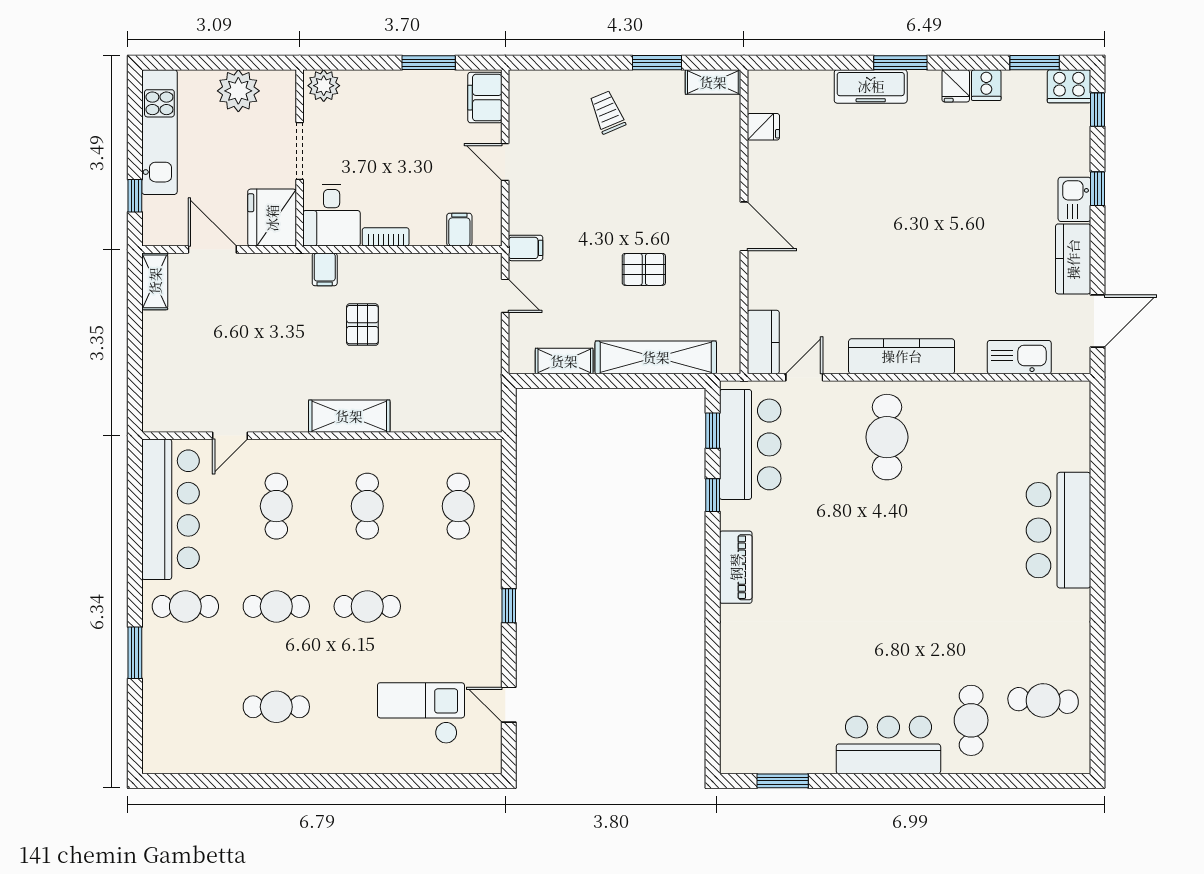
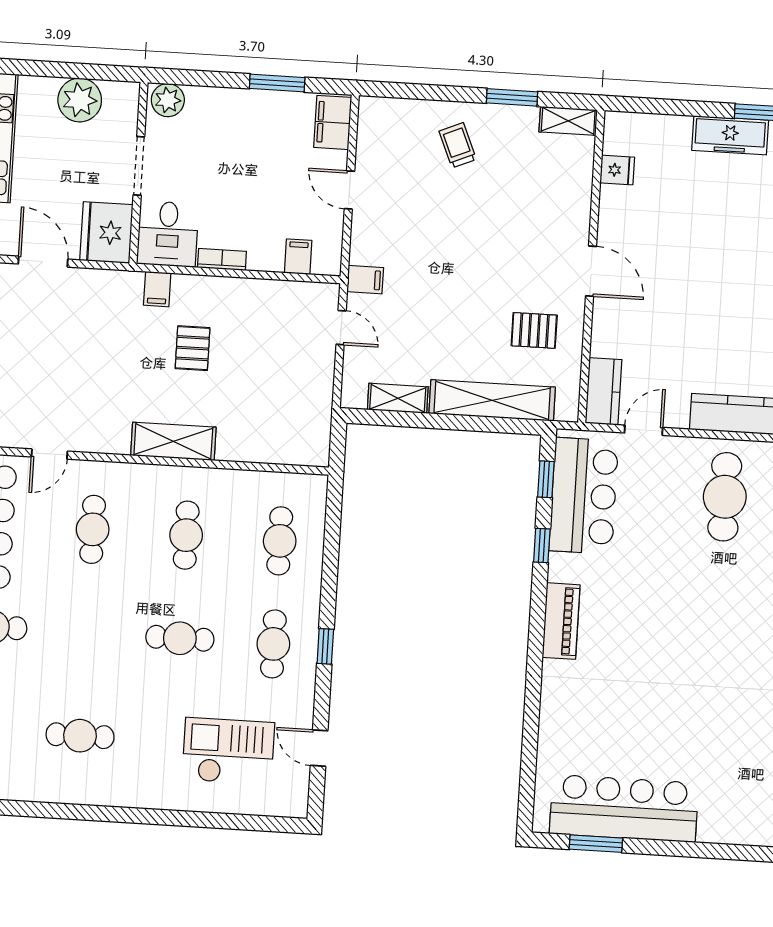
pallet: (644, 269) -> (534, 330), moved
cafe table: (276, 606) -> (273, 644), moved, turned 90
bar counter: (888, 745) -> (624, 808), moved, width x1.36

